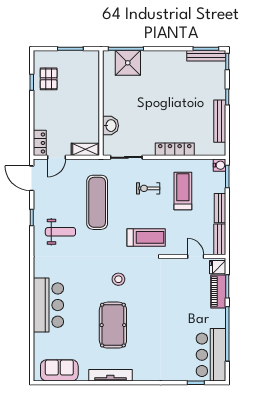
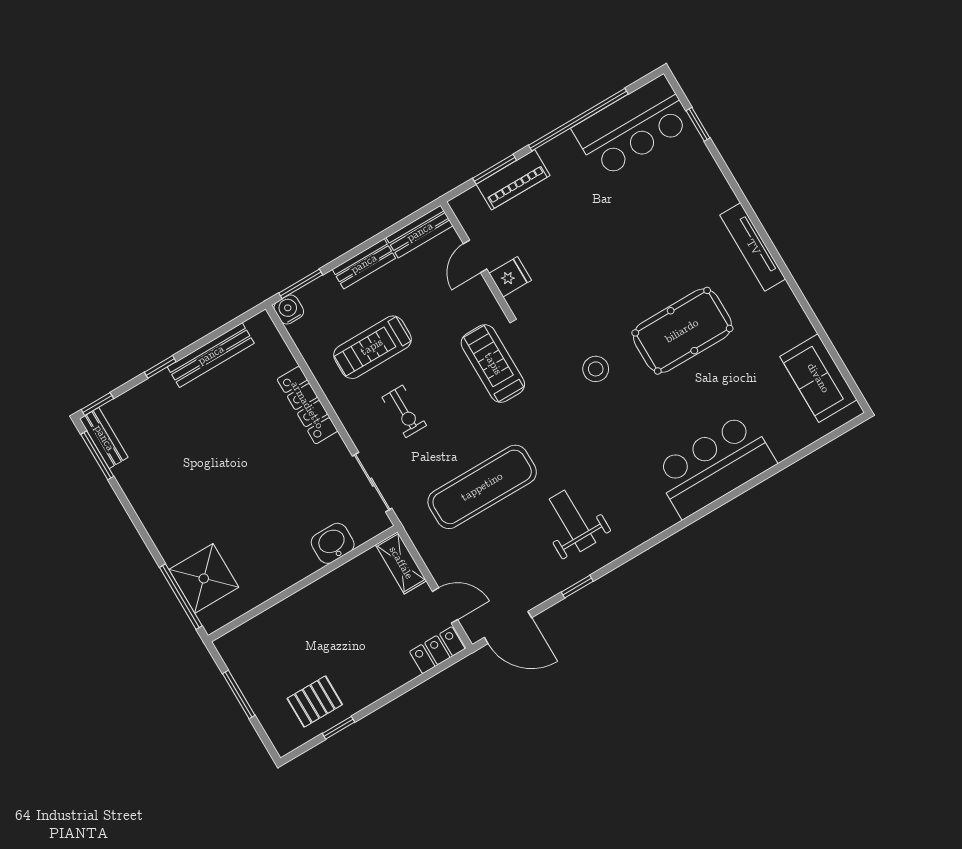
bench: (206, 56) -> (104, 438), width x0.73
door: (32, 178) -> (508, 628), hinge flipped
fridge: (218, 267) -> (510, 277), moved, turned -90
tv unit: (110, 375) -> (753, 247), moved

